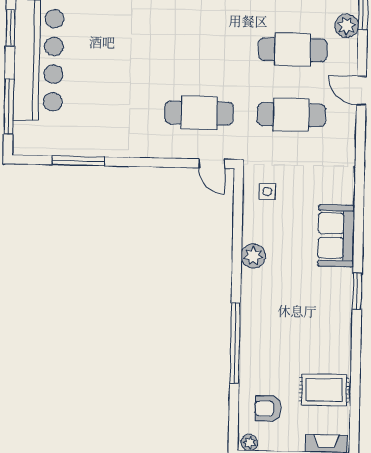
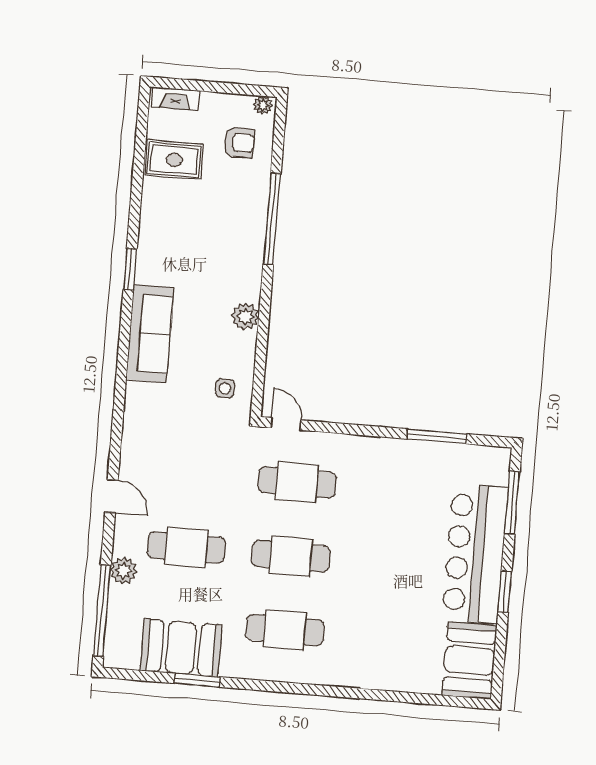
cafe table: (291, 115) -> (291, 556), moved
sofa: (336, 236) -> (150, 334), width x1.36

